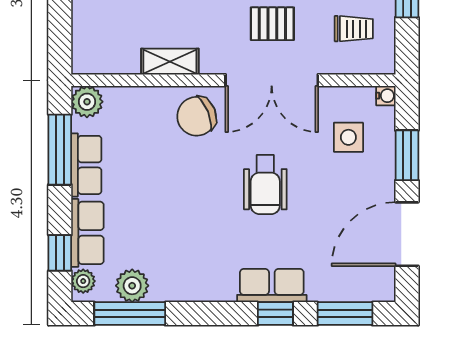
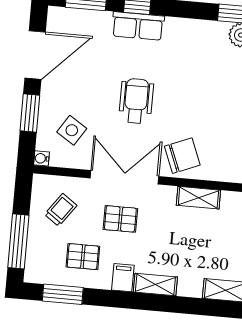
trolley: (354, 29) -> (61, 210), turned 126
side table: (348, 137) -> (72, 130), turned 33

